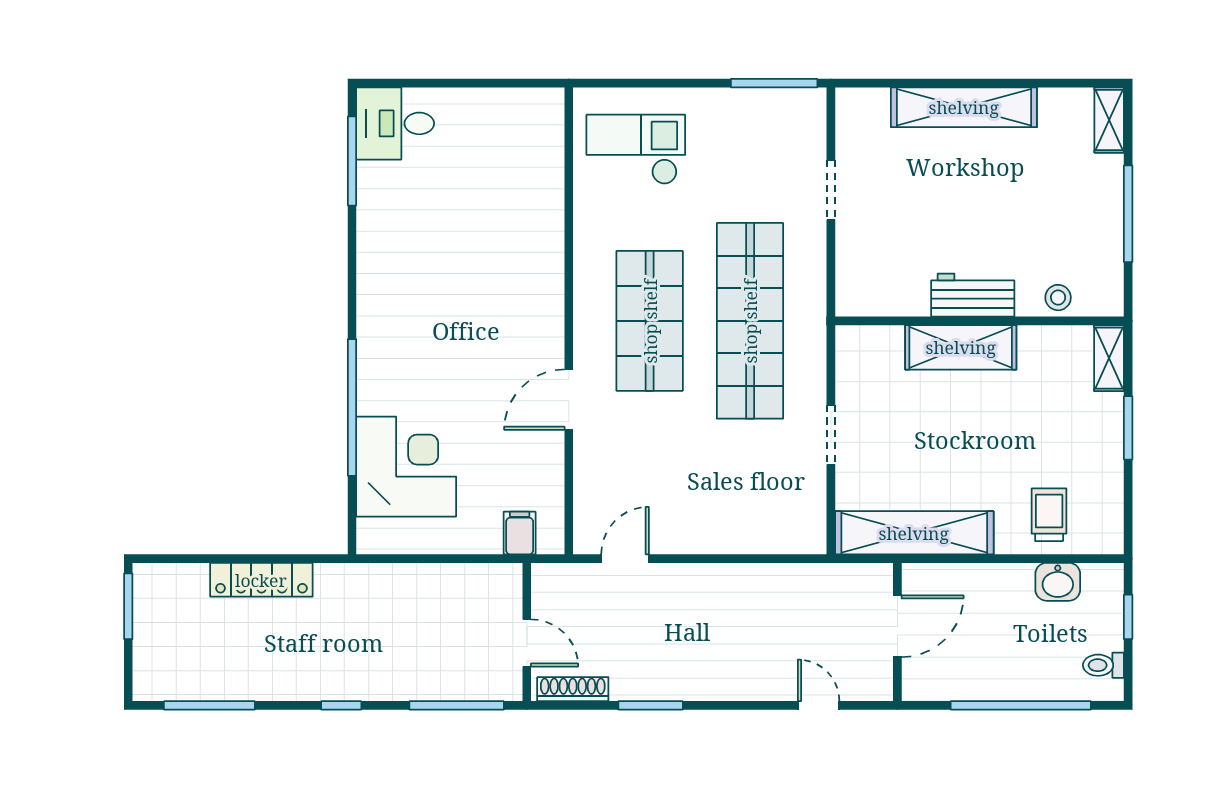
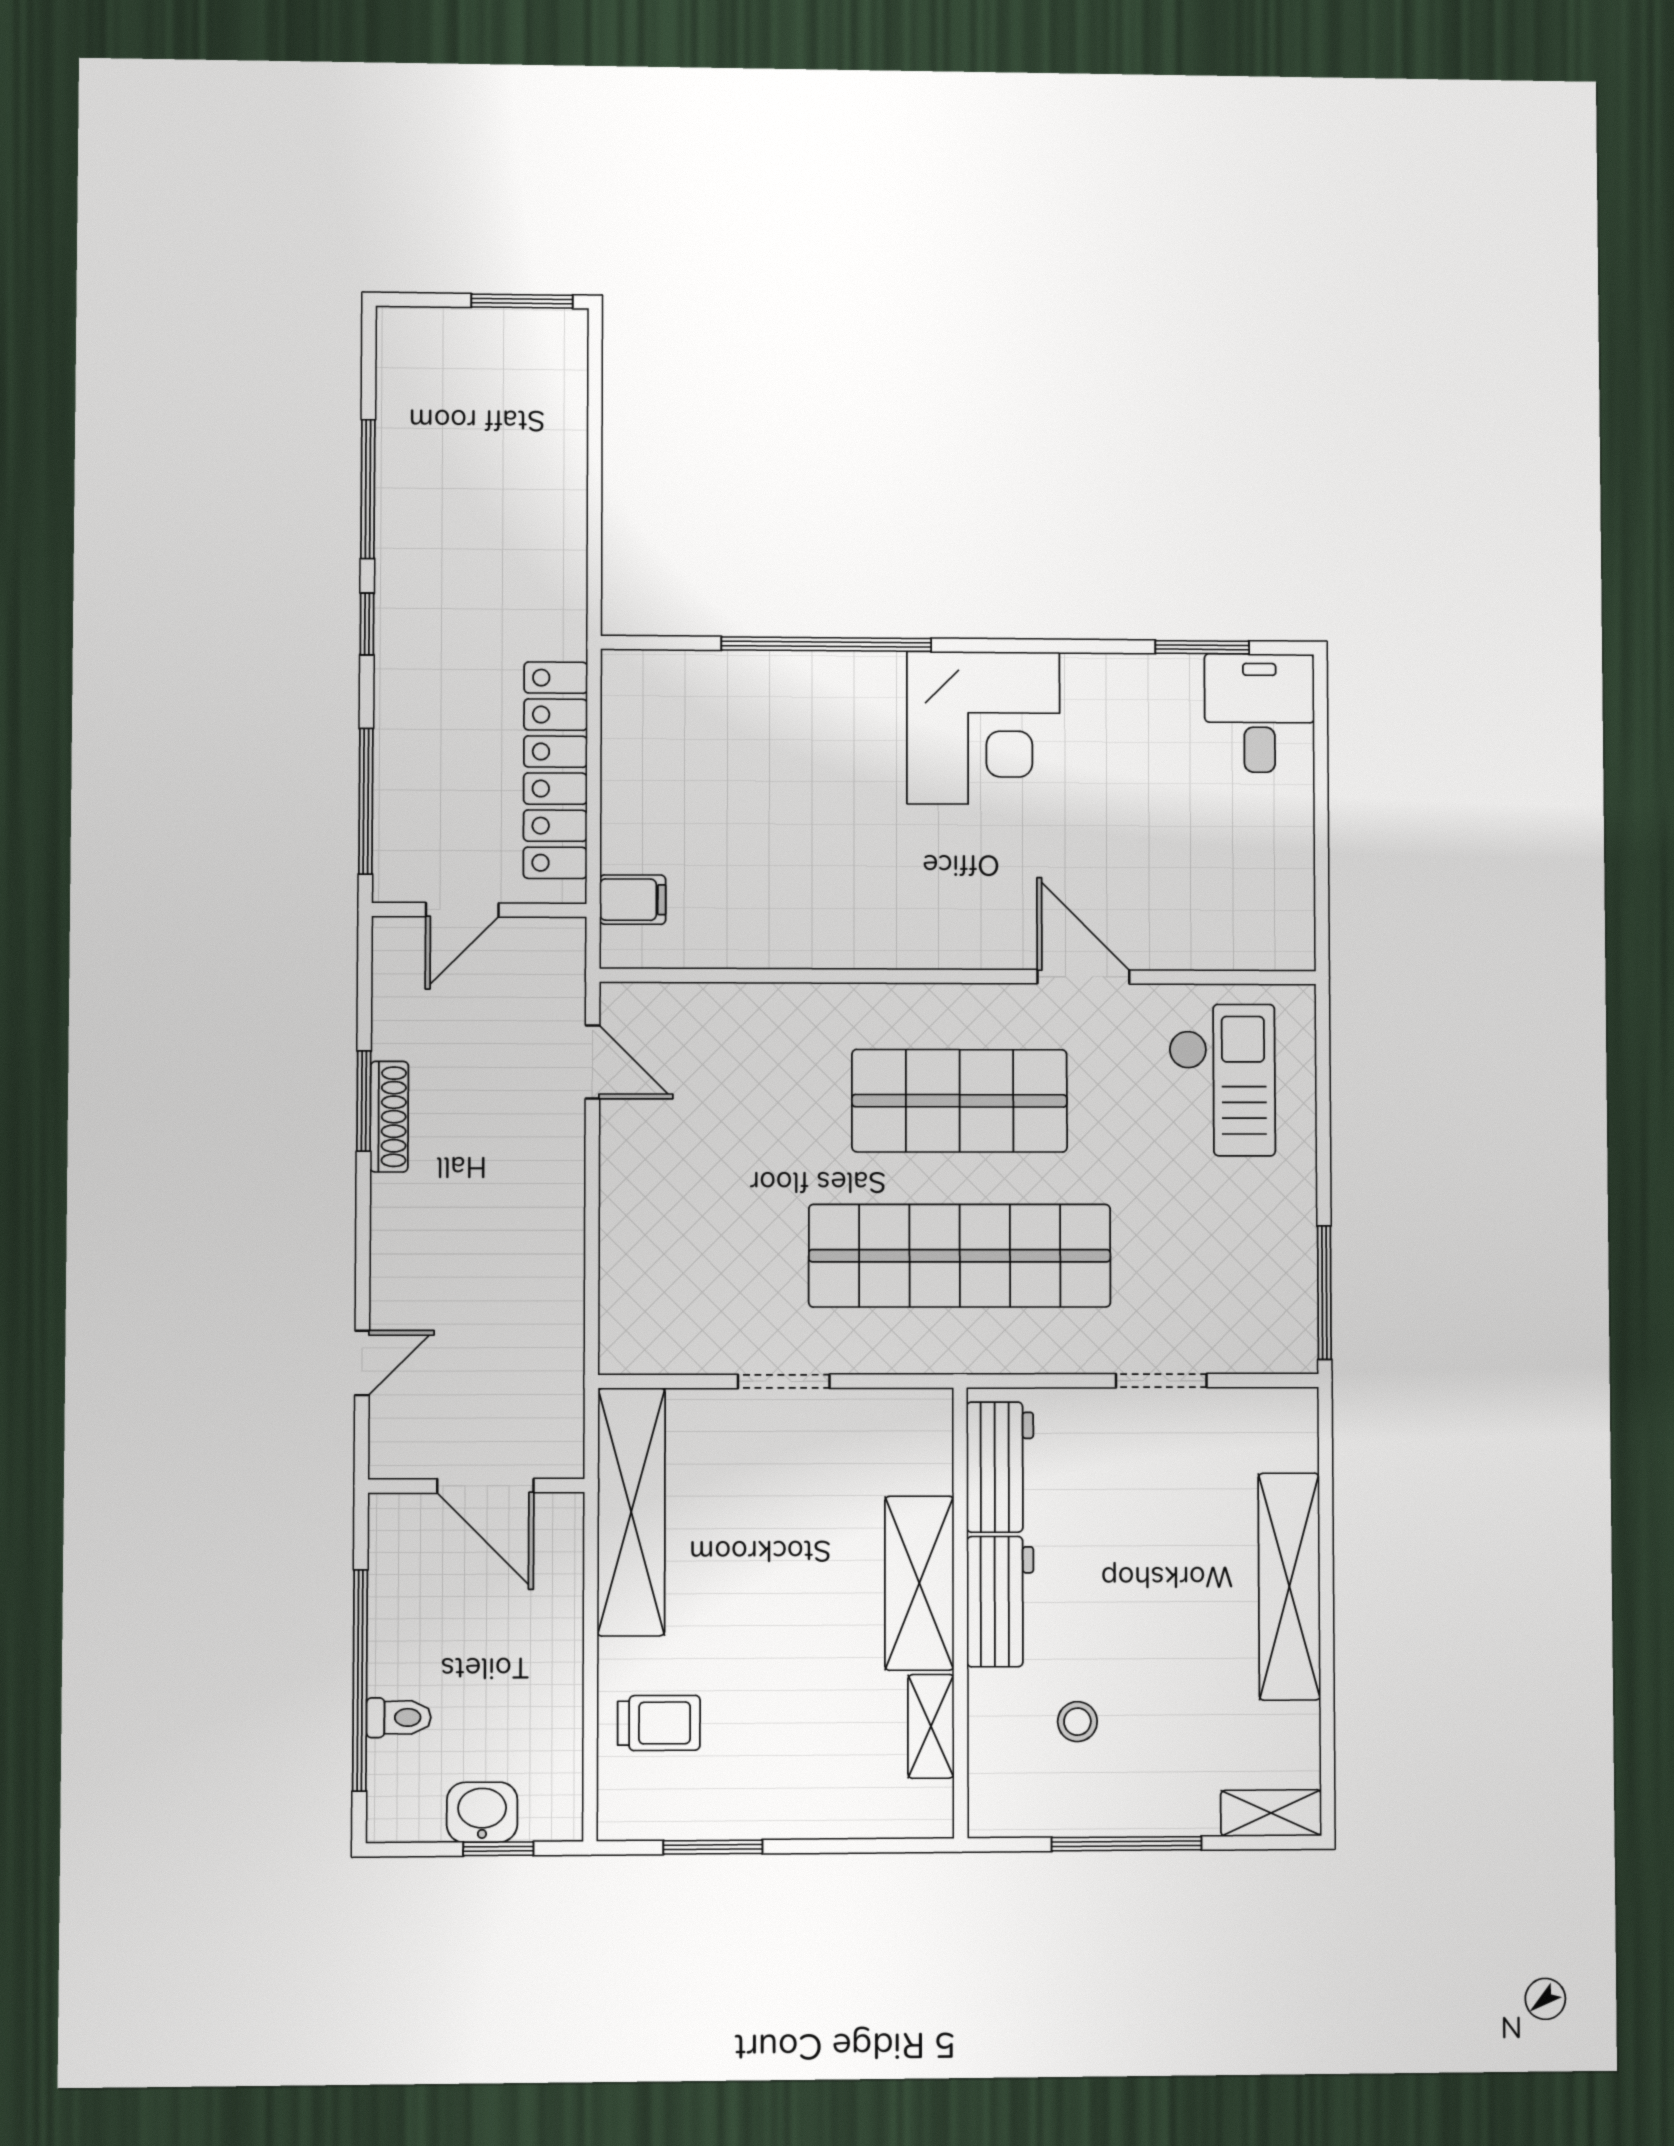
window: (352, 161) -> (1202, 647), width x0.69
workbench: (886, 295) -> (1000, 1467), added
stool: (1058, 298) -> (1077, 1722), moved
shelving: (1109, 358) -> (931, 1726), moved, turned 90
door: (569, 400) -> (1083, 977), moved
window: (1128, 428) -> (713, 1847), moved
corner desk: (406, 467) -> (983, 728), moved
locker: (261, 580) -> (555, 770), moved, width x1.41, depth x1.21
washbasin: (1058, 582) -> (482, 1812), moved, turned 90
toilet: (1103, 665) -> (399, 1718), moved, turned 90
shoe rack: (573, 689) -> (389, 1117), moved
window: (209, 705) -> (368, 489), moved

